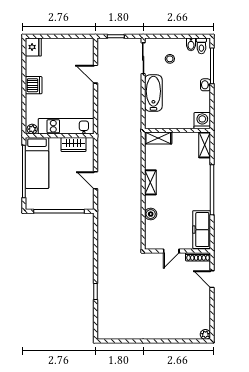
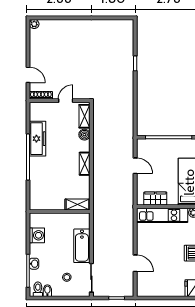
washbasin: (206, 85) -> (34, 264), moved
washing machine: (202, 121) -> (37, 235), moved, turned -90
shelving: (205, 145) -> (85, 116), moved
freezer: (202, 230) -> (38, 139), moved

